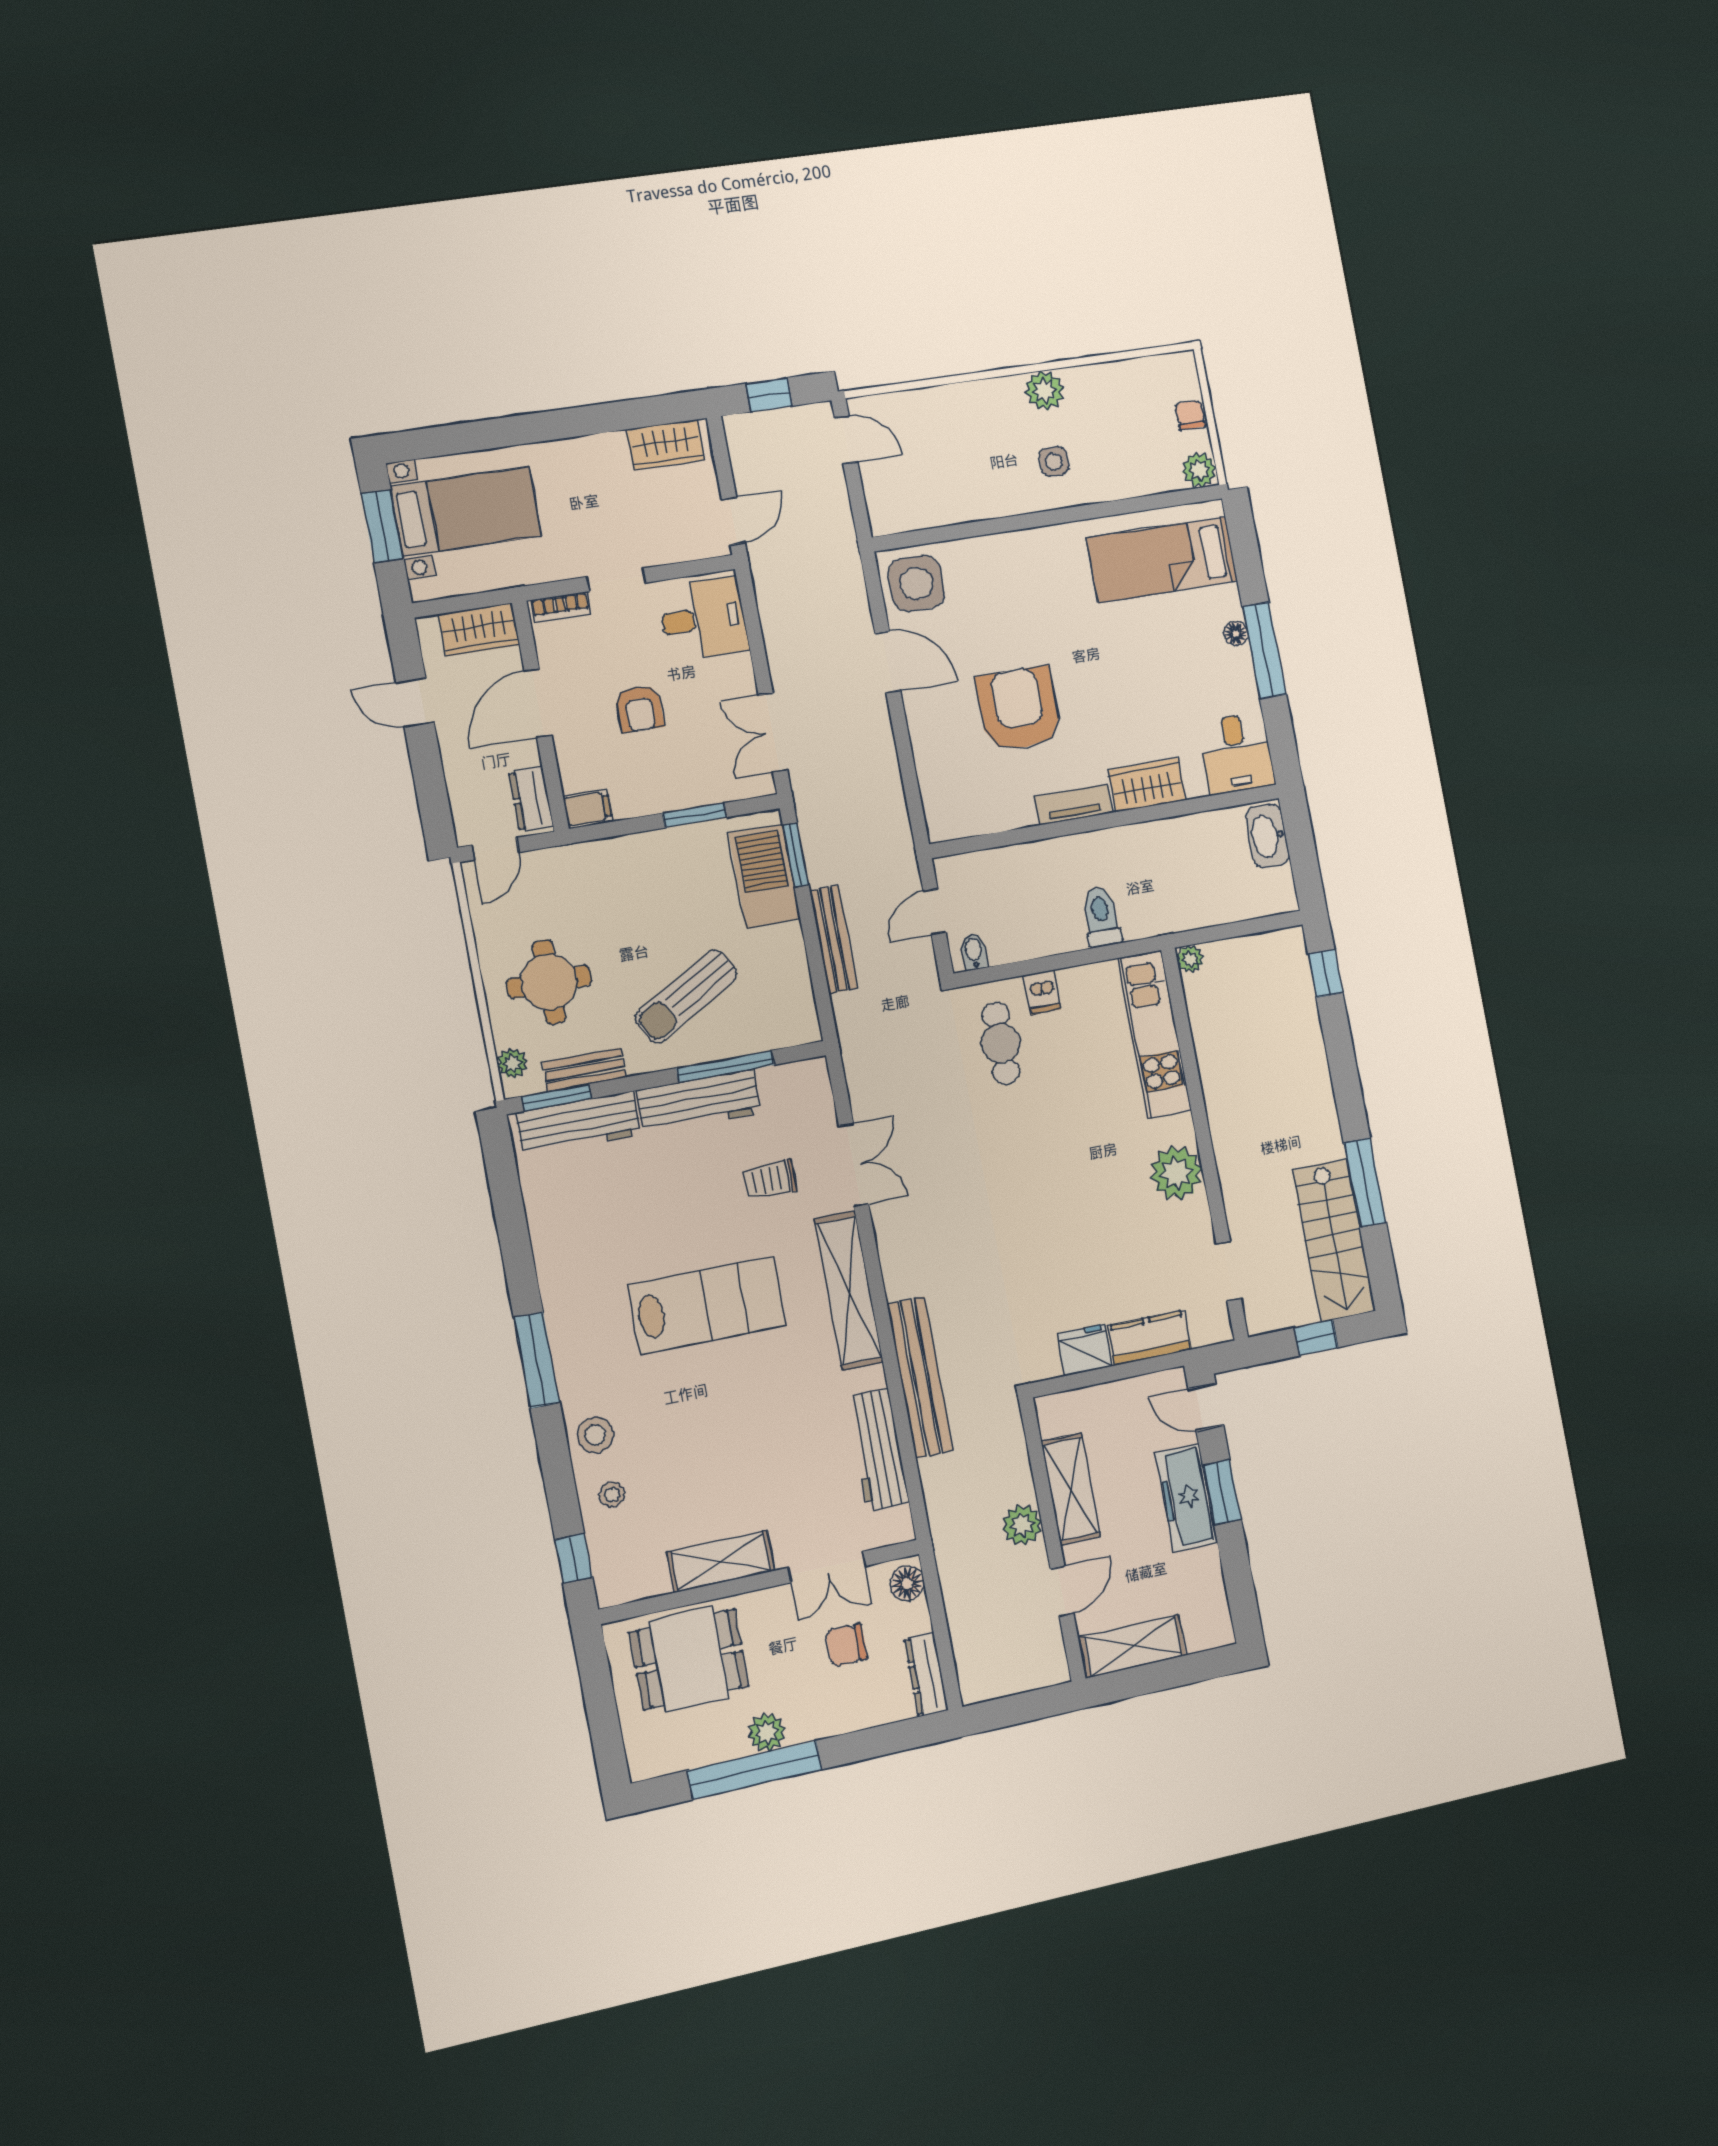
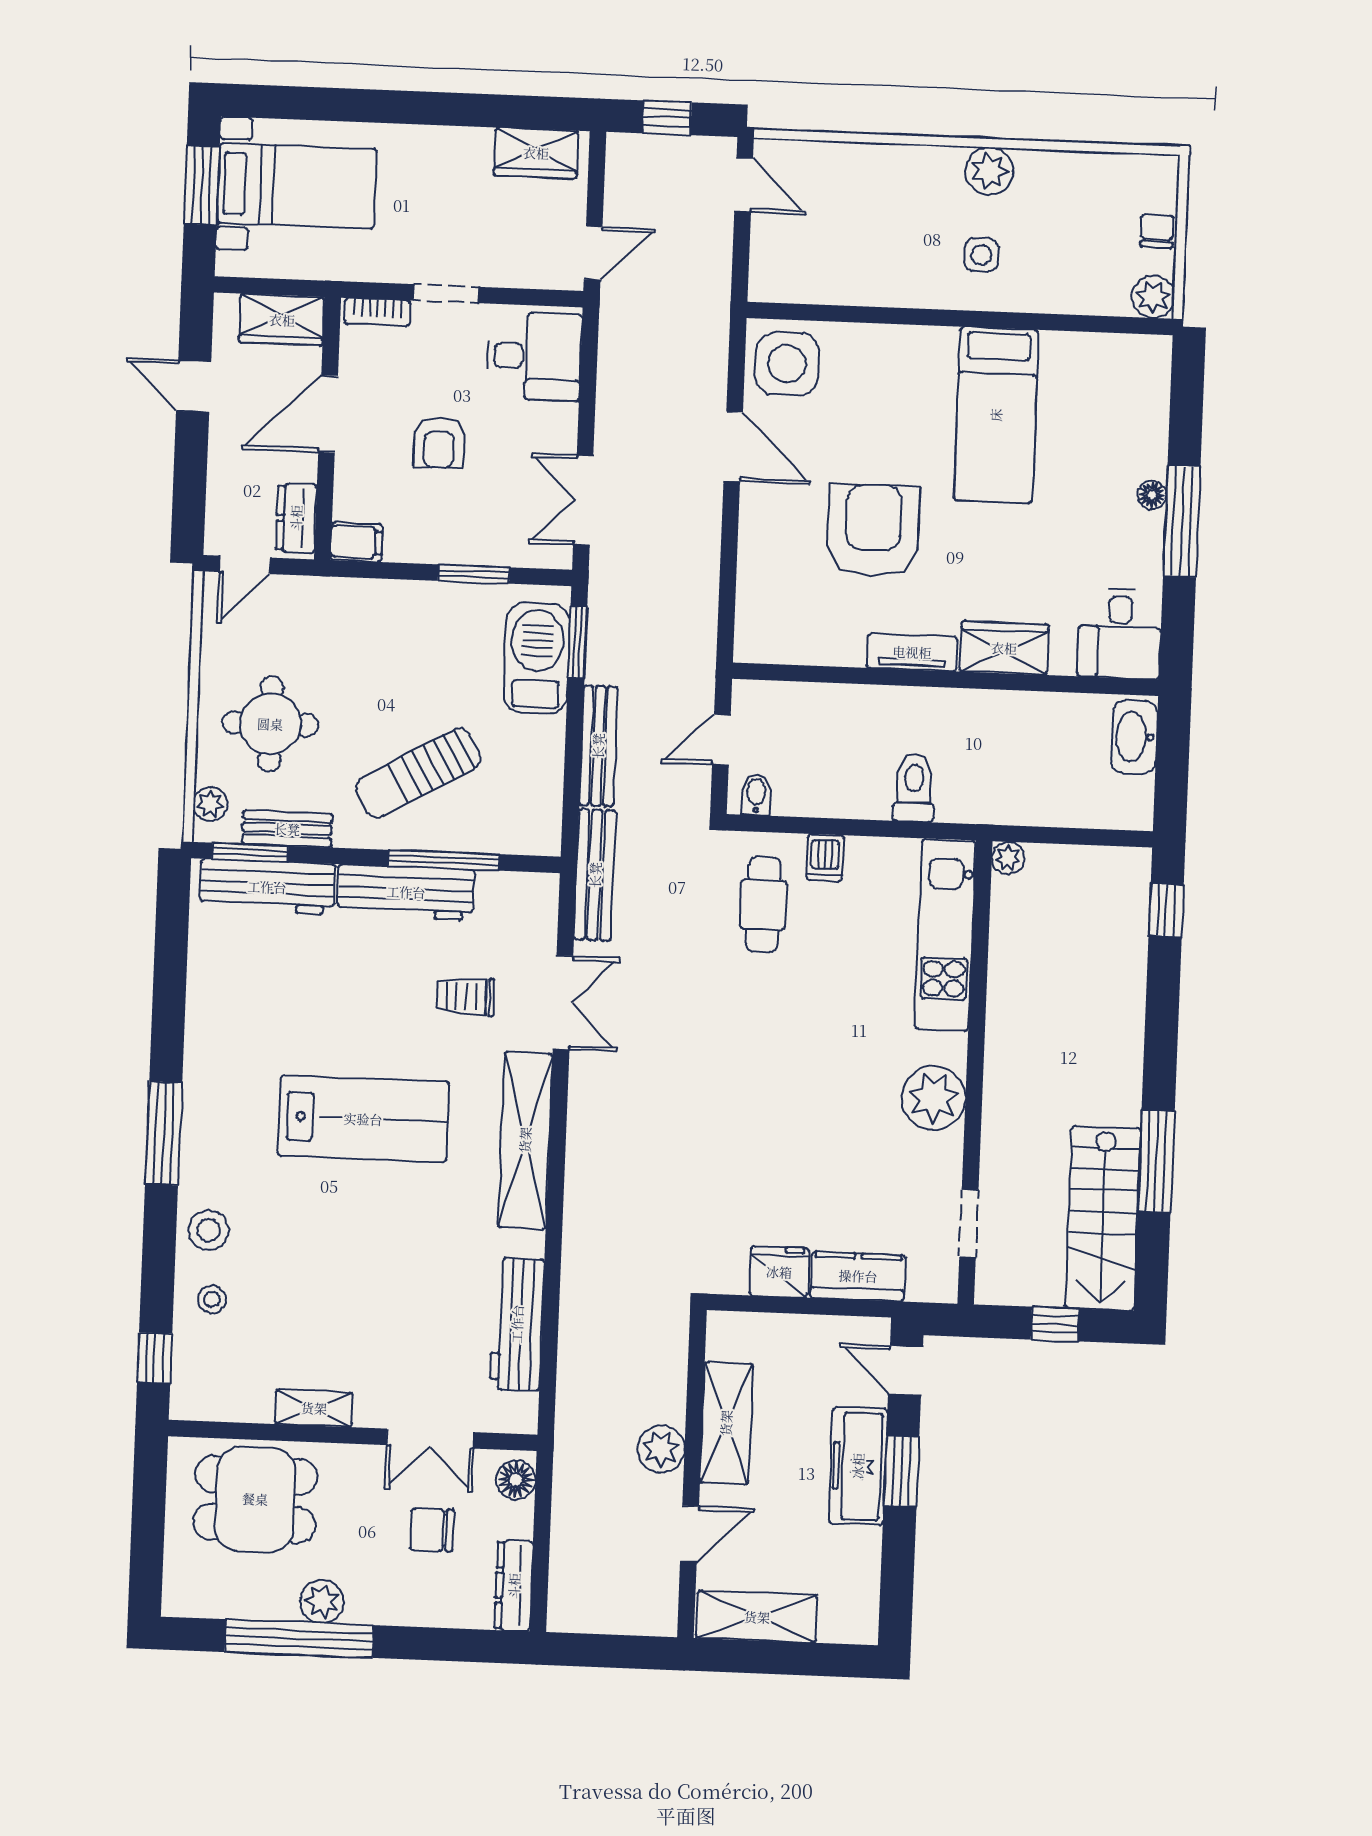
bed: (1162, 560) -> (996, 415), moved, turned -90
bench: (920, 1377) -> (595, 875), moved, width x0.73, depth x0.82
shelving: (721, 1562) -> (314, 1408), width x0.67, depth x0.75

